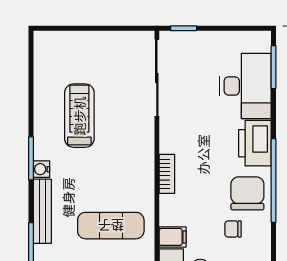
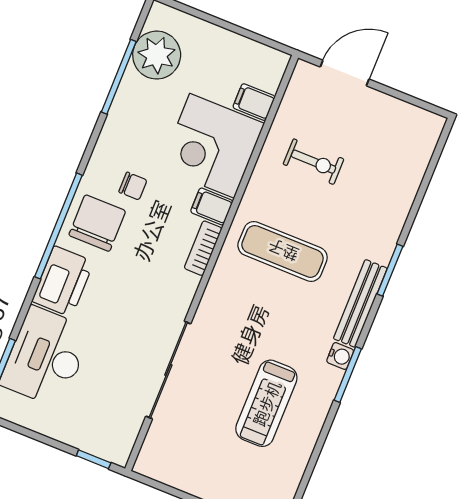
sliding door: (157, 78) -> (168, 370), moved
bookcase: (167, 174) -> (203, 248), moved
chair: (247, 193) -> (97, 223), turned 180

